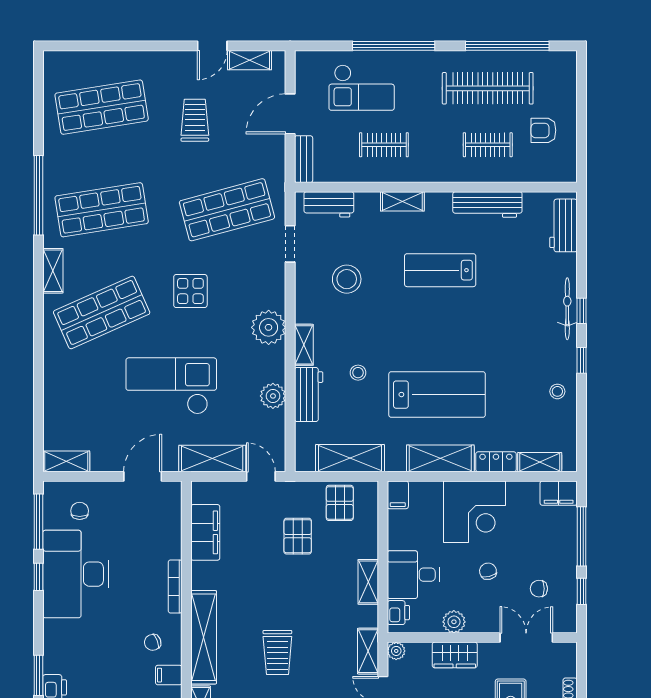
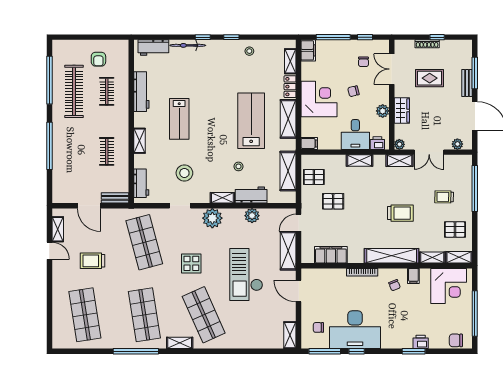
checkout: (362, 88) -> (74, 164), removed
doorway: (290, 244) -> (180, 206), moved
bicycle: (567, 309) -> (188, 45), moved

